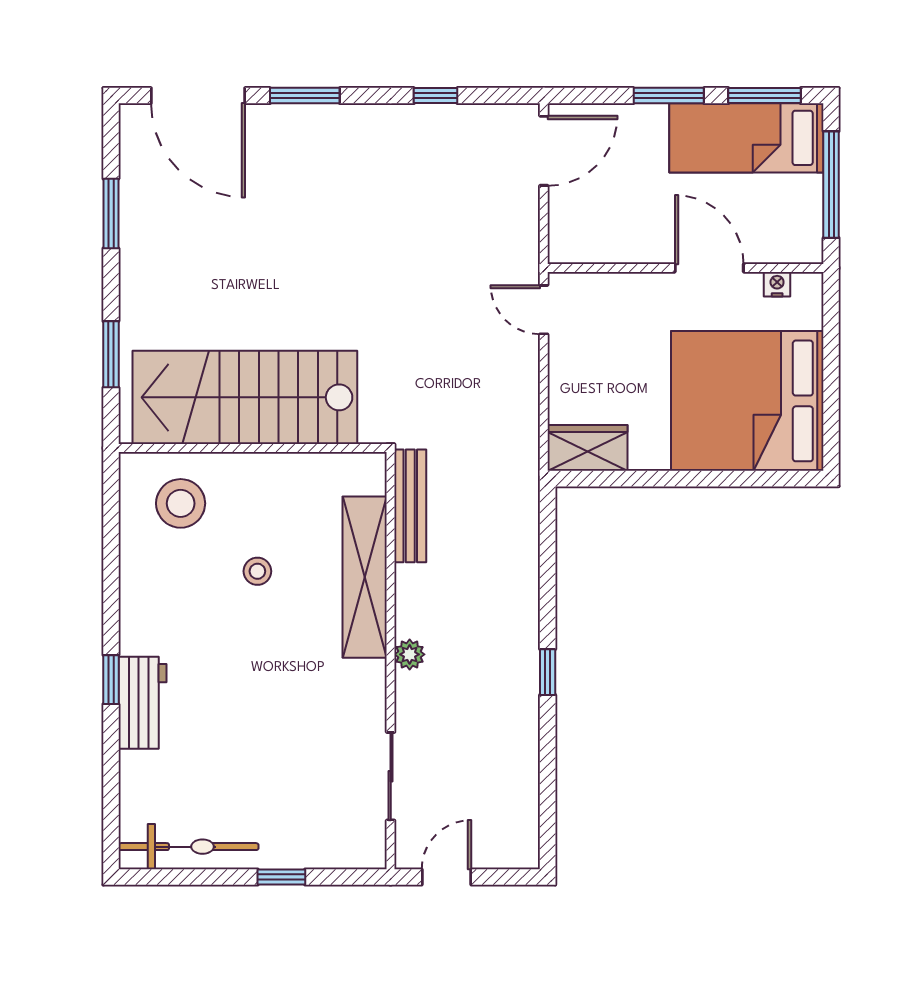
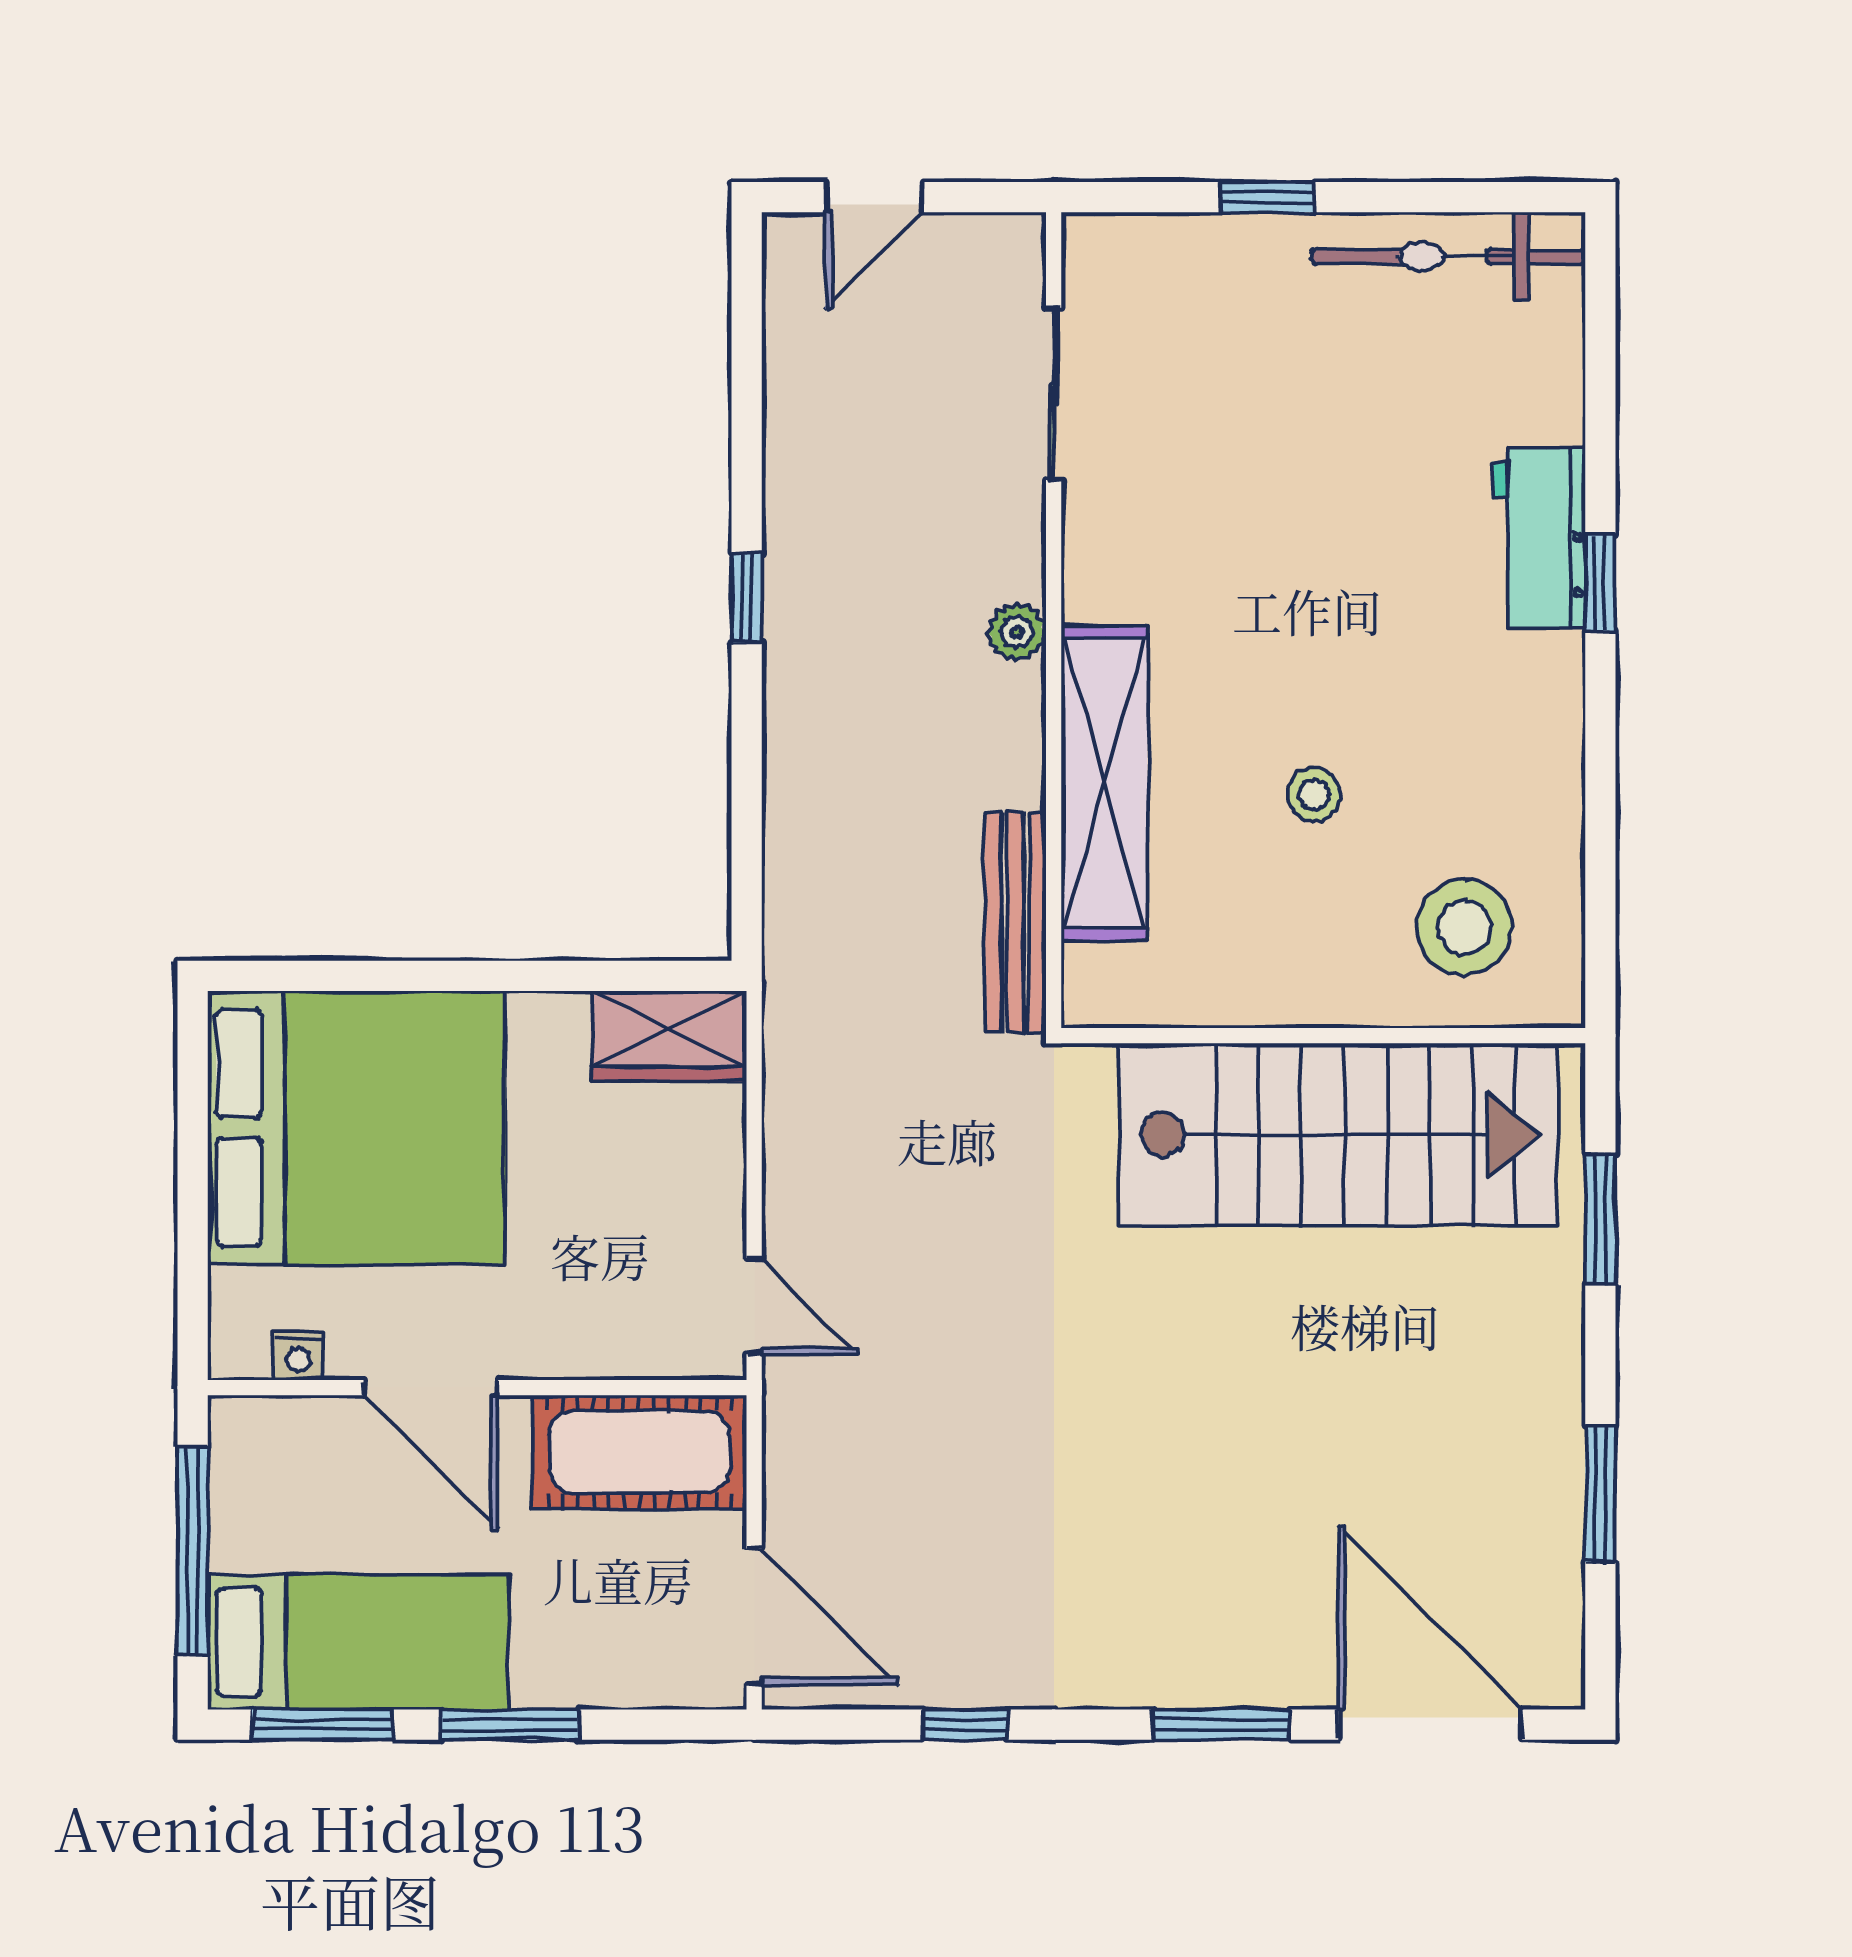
door: (544, 151) -> (754, 1617), swing flipped
cot: (603, 235) -> (639, 1452), added
door: (447, 877) -> (874, 197), moved

